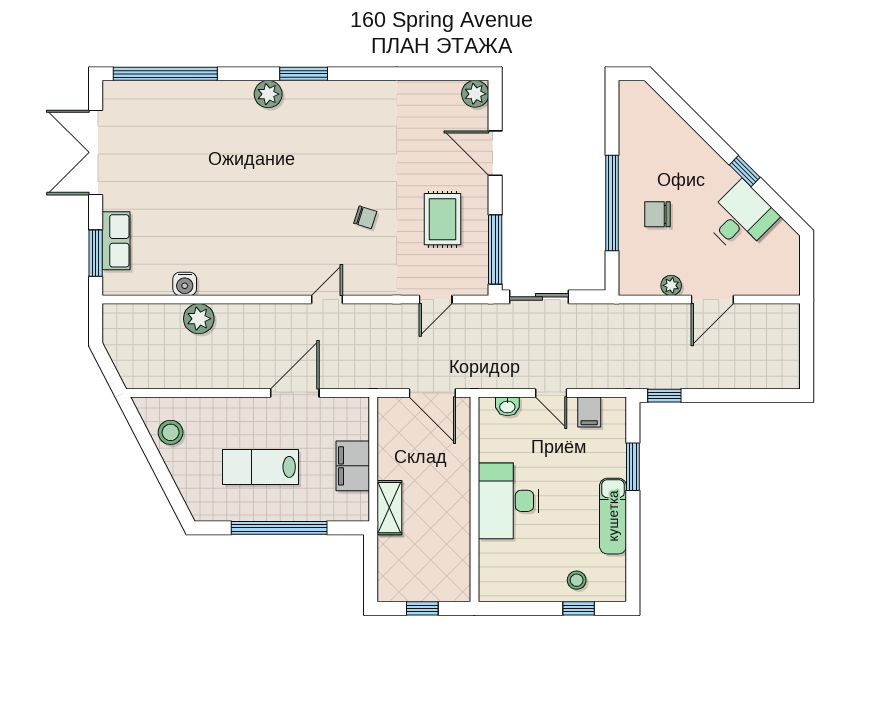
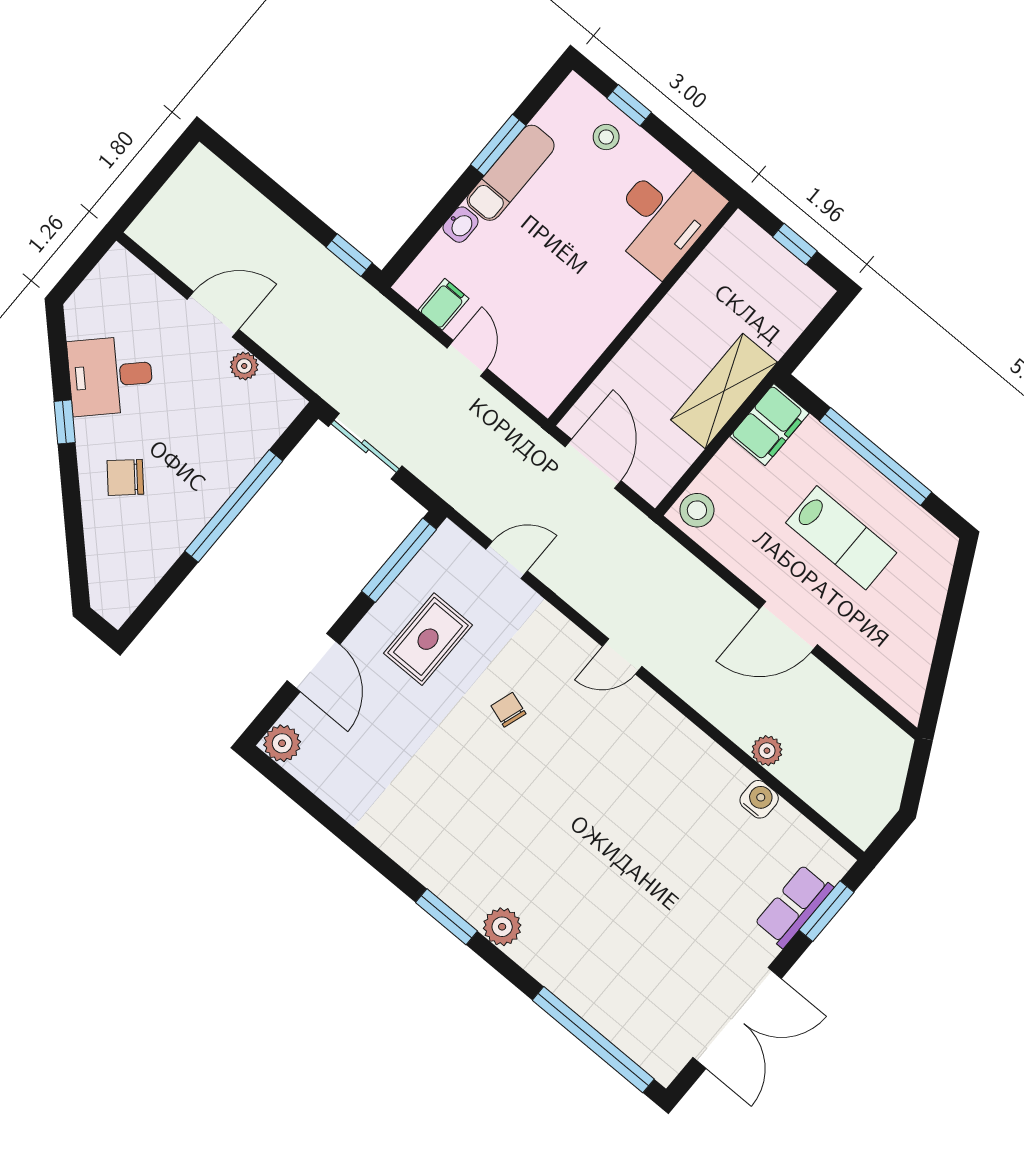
chair: (658, 214) -> (125, 477), moved, turned 138
sliding door: (539, 297) -> (365, 446), moved
plant: (199, 319) -> (767, 751), width x0.73, depth x0.73
door: (295, 393) -> (788, 627), moved
washbasin: (507, 406) -> (461, 225), moved, turned 90
stool: (171, 432) -> (697, 510), moved
filing cabinet: (353, 466) -> (769, 425), moved
window: (633, 467) -> (498, 145), moved
desk: (508, 501) -> (664, 215), moved
shelving: (389, 508) -> (724, 391), width x1.50, depth x1.33

